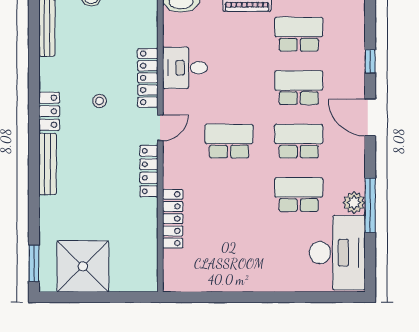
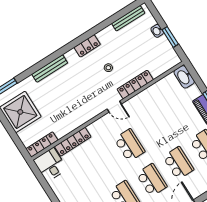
desk: (185, 68) -> (50, 165), moved
bench: (48, 164) -> (50, 69), moved
locker: (149, 171) -> (42, 145), moved

